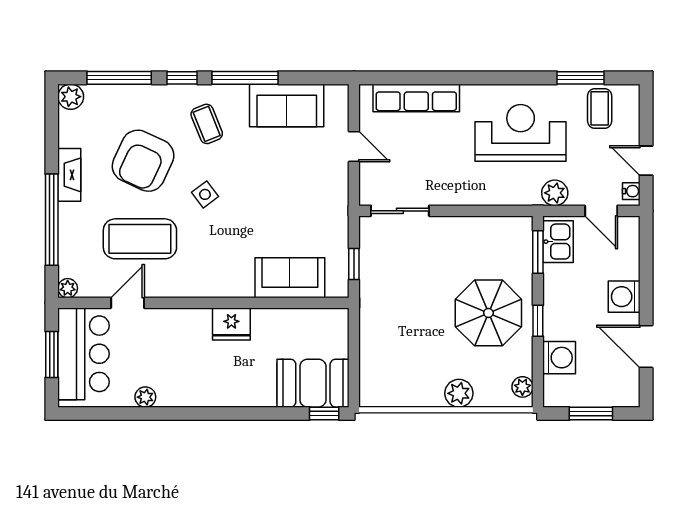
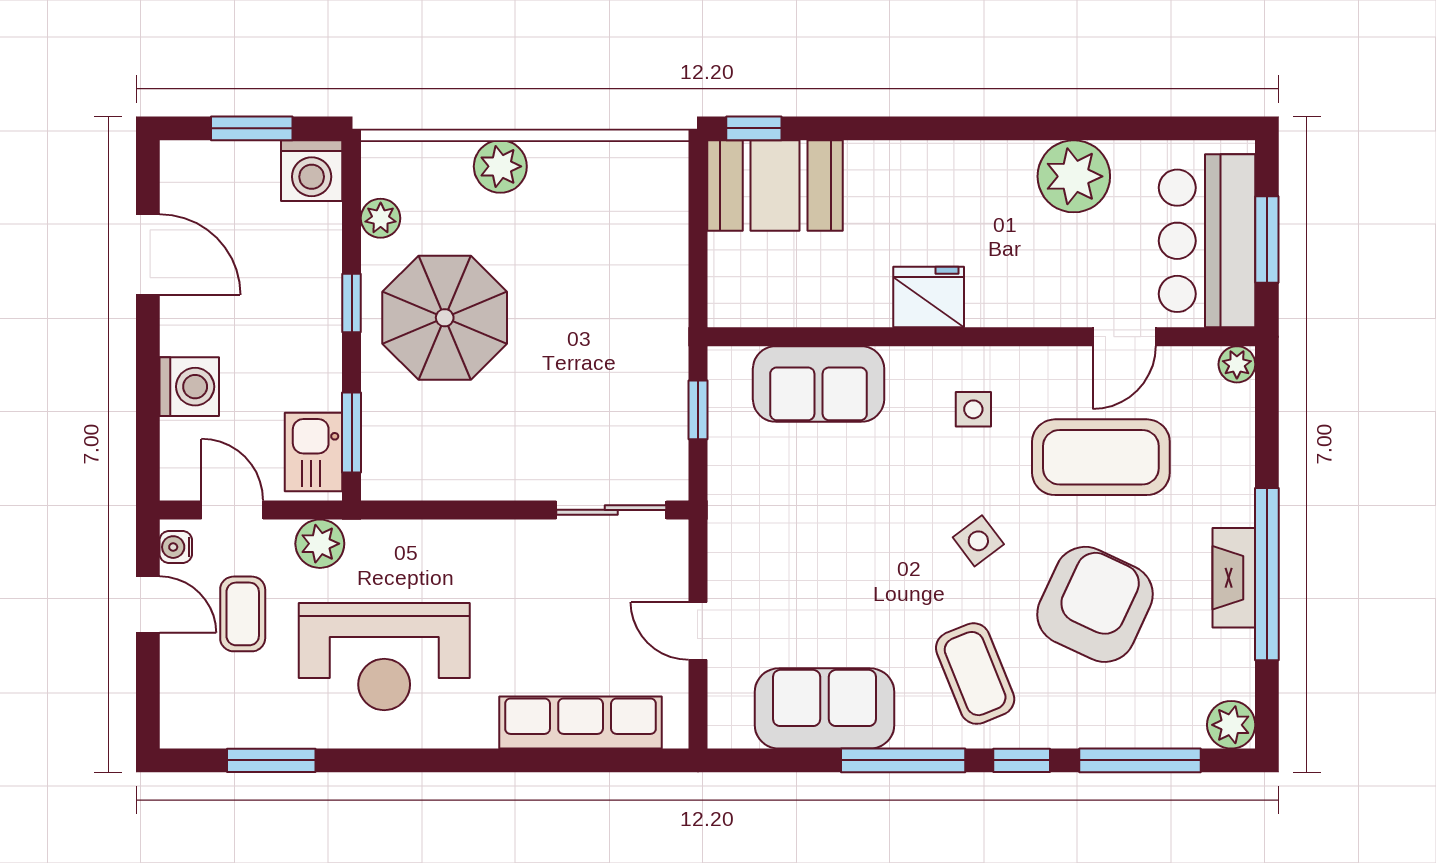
coffee table: (600, 108) -> (243, 614), moved
coffee table: (207, 124) -> (975, 674), width x1.36, depth x1.30
window: (52, 220) -> (1267, 574), moved
side table: (208, 264) -> (973, 409), added
washing machine: (624, 297) -> (189, 387), moved
washing machine: (559, 358) -> (312, 171), moved, turned -90
plant: (522, 387) -> (381, 218), moved
plant: (145, 397) -> (1074, 176), width x1.88, depth x1.88

